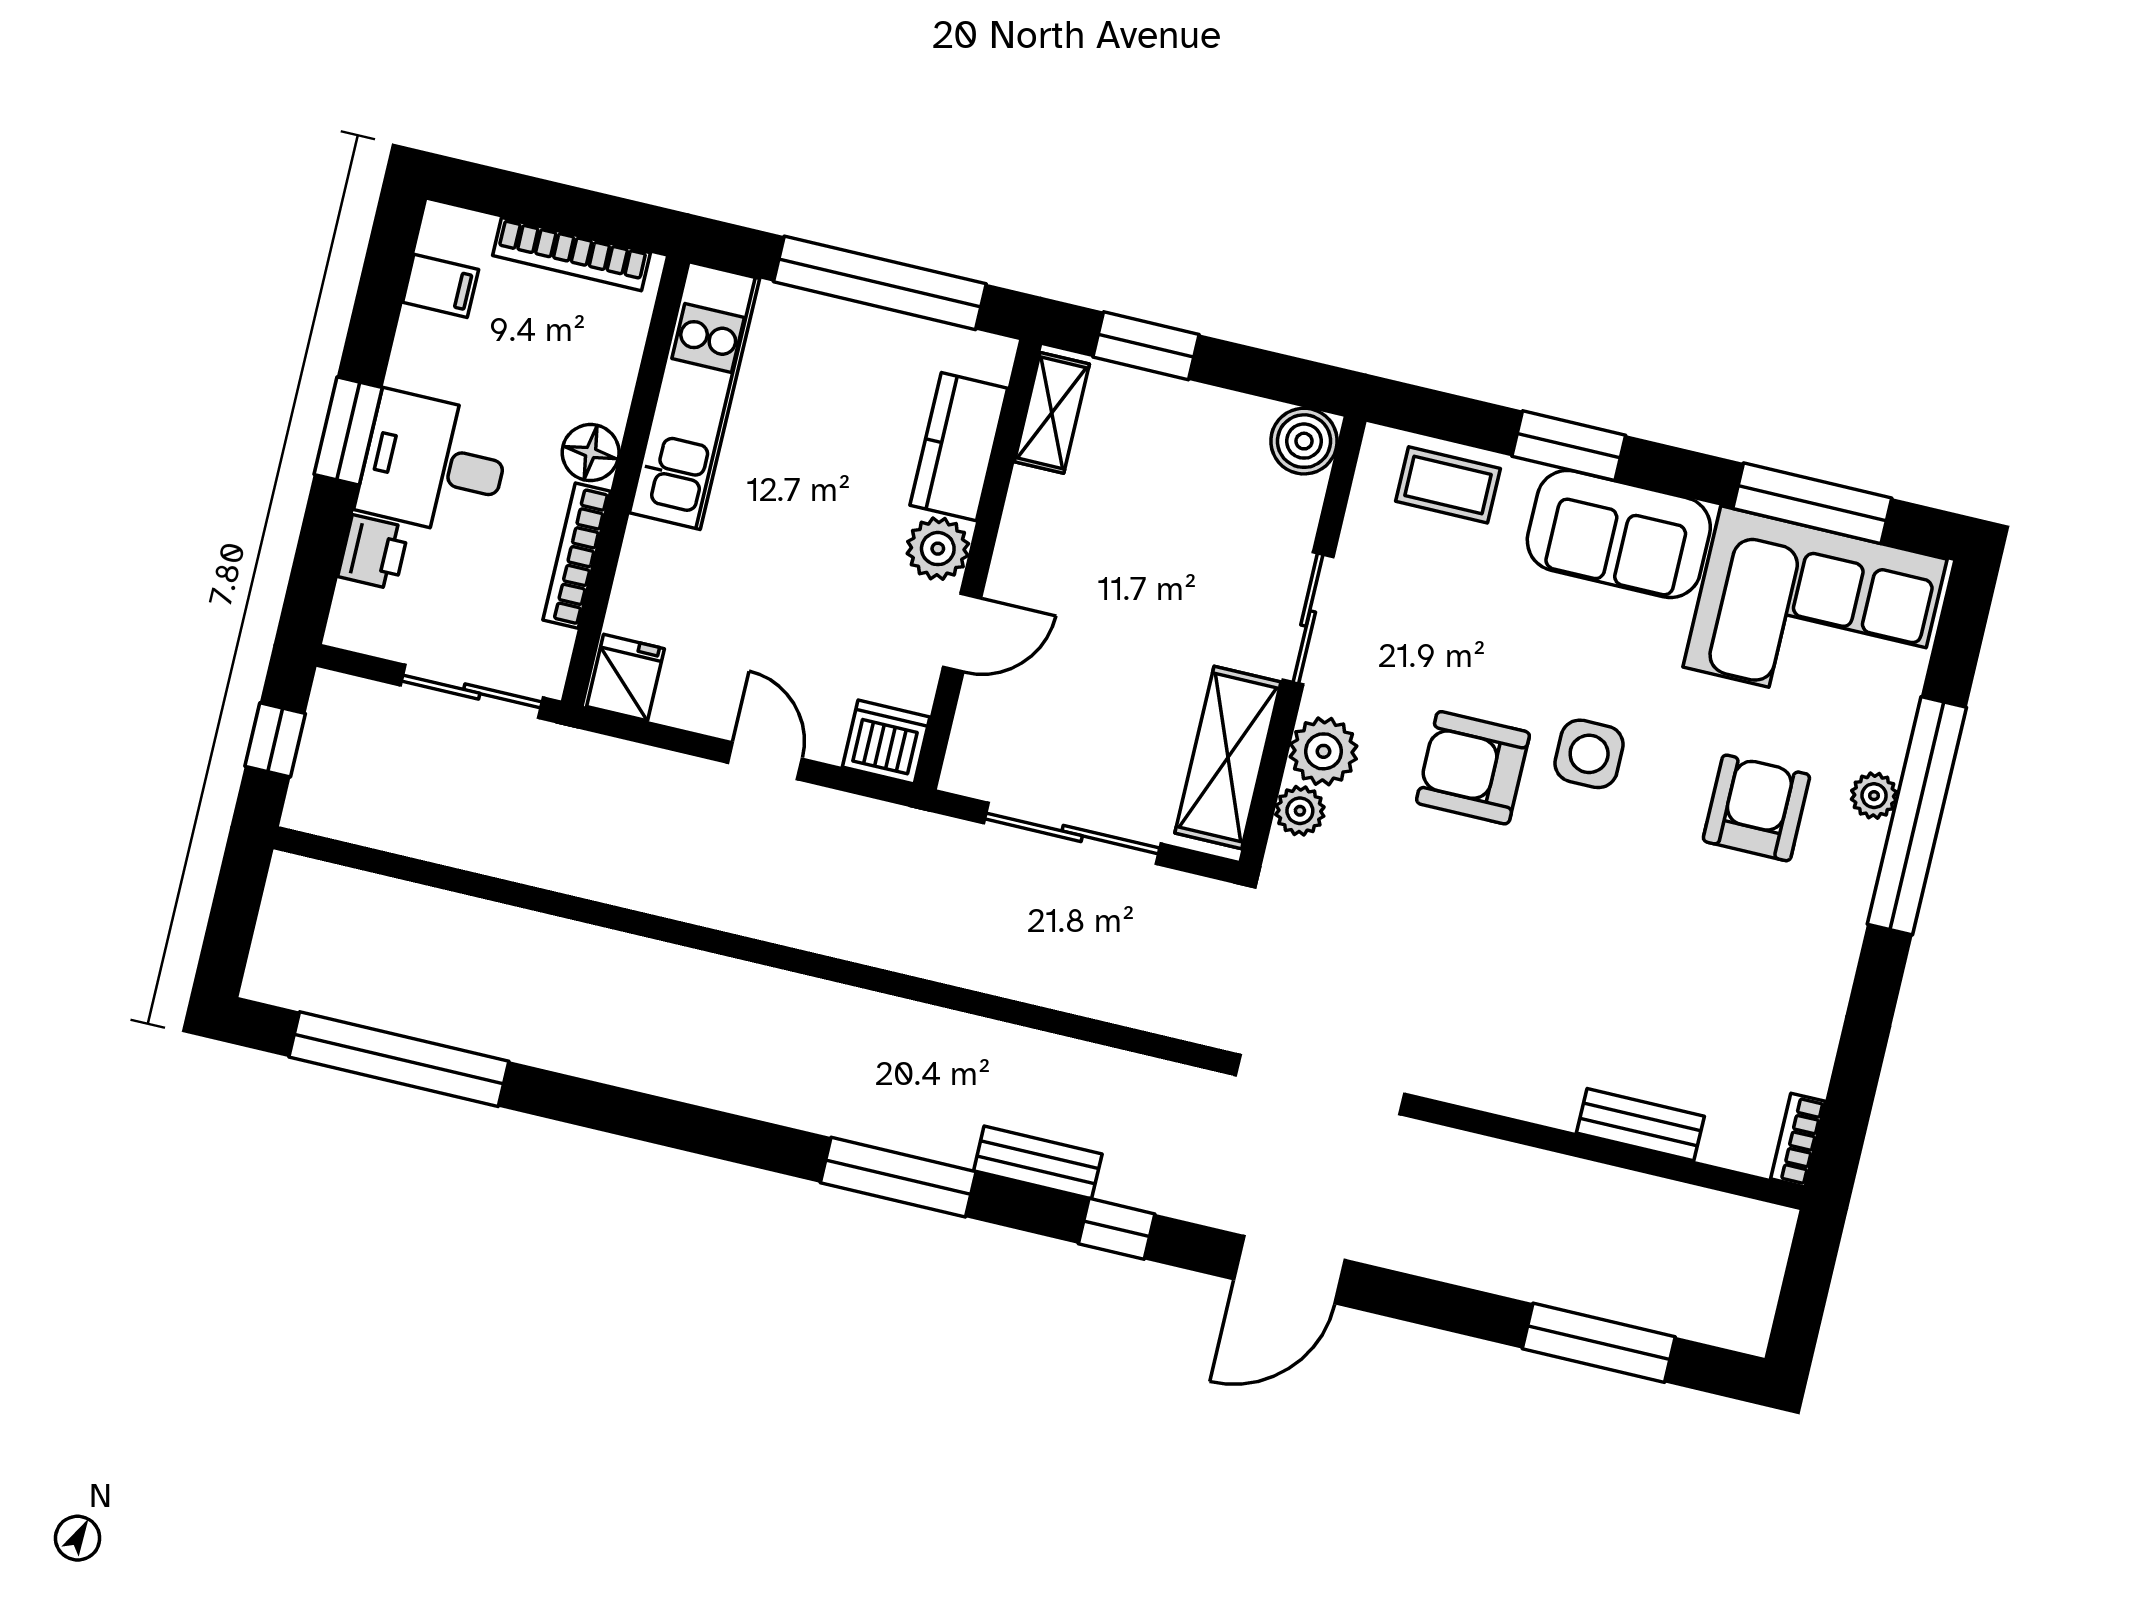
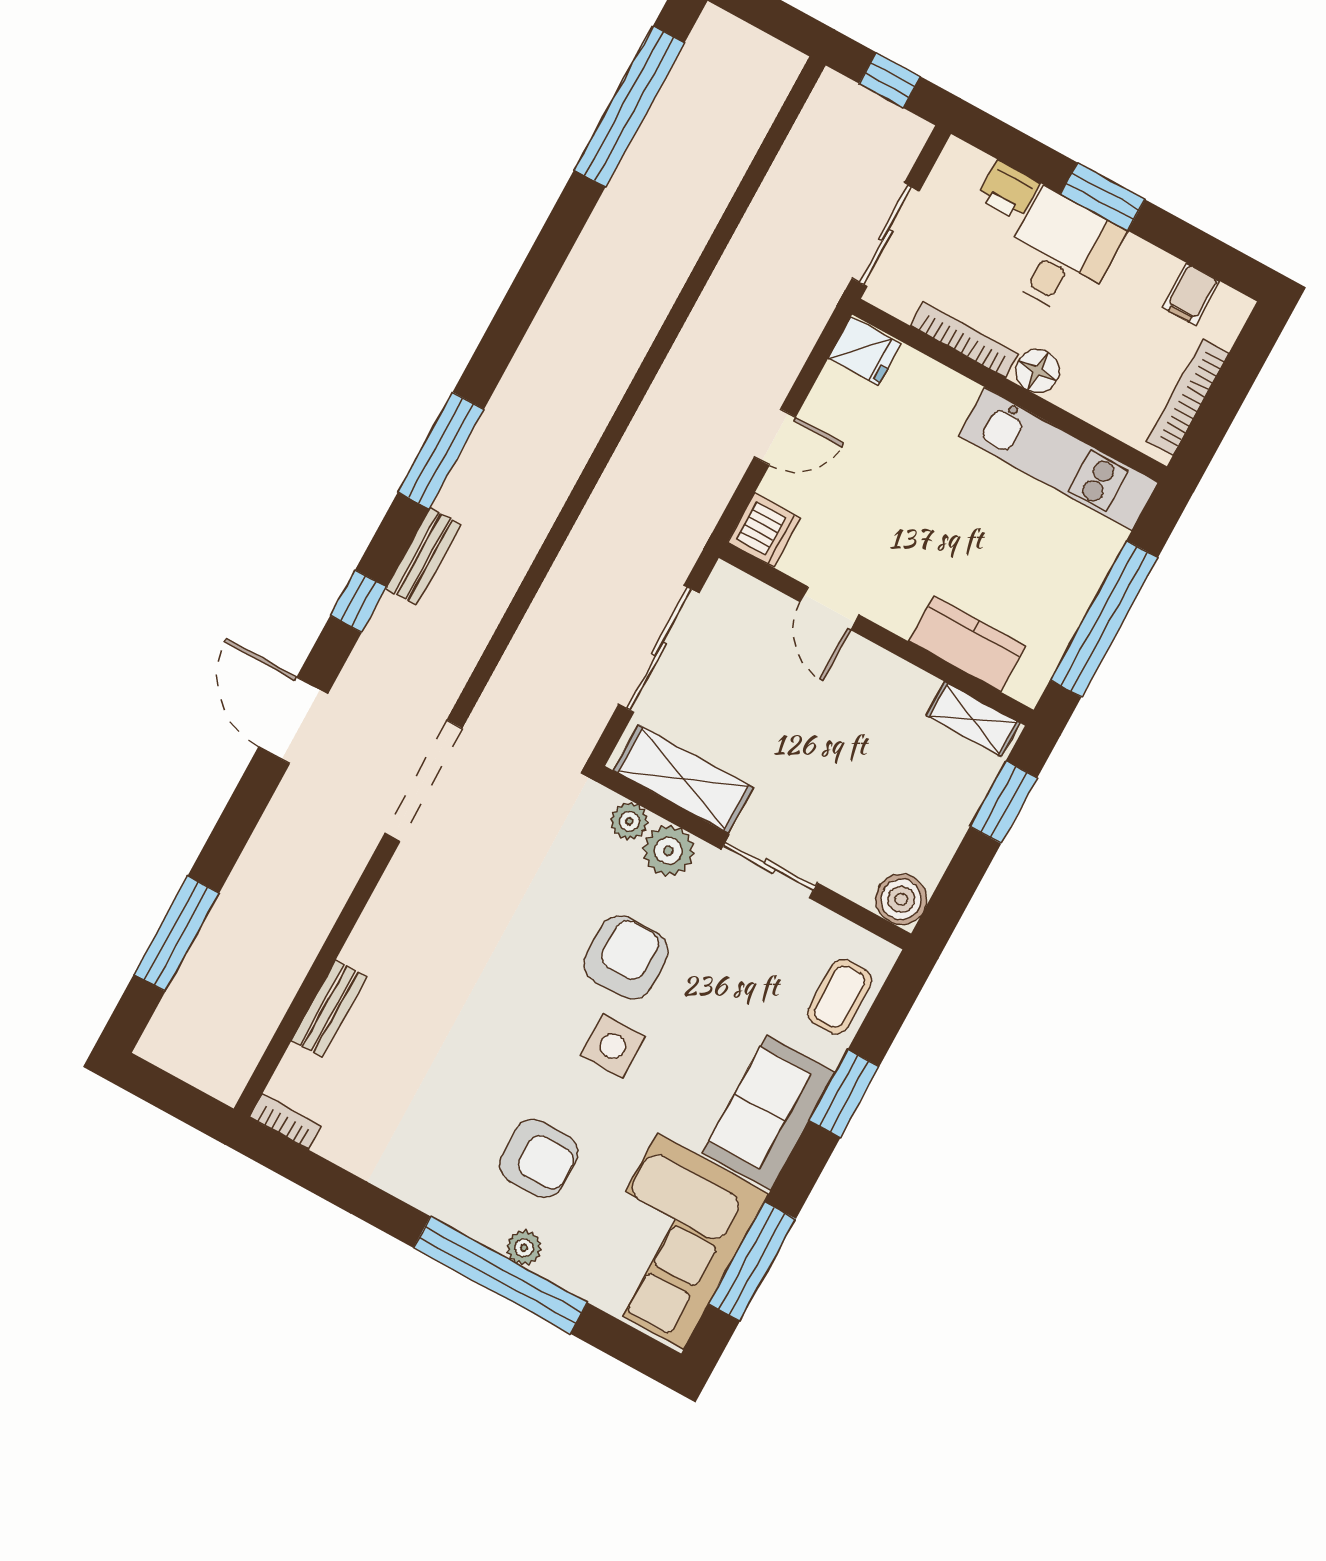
plant: (938, 549) -> (896, 608), removed

